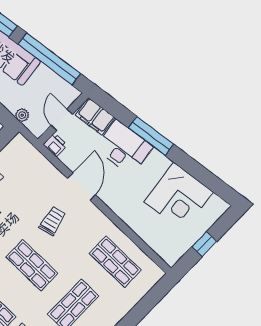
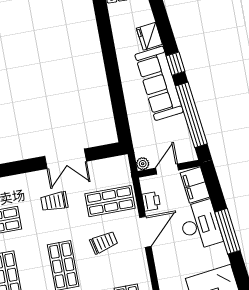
plant: (22, 115) -> (143, 164), moved
printer: (55, 145) -> (151, 201), moved
shop shelf: (33, 182) -> (110, 201), added

